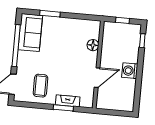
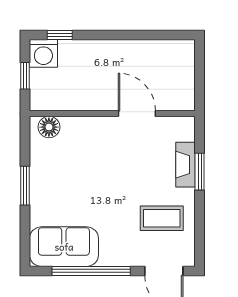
window: (50, 14) -> (25, 186), moved
floor lamp: (93, 45) -> (49, 127), moved
washing machine: (130, 71) -> (43, 53), moved

